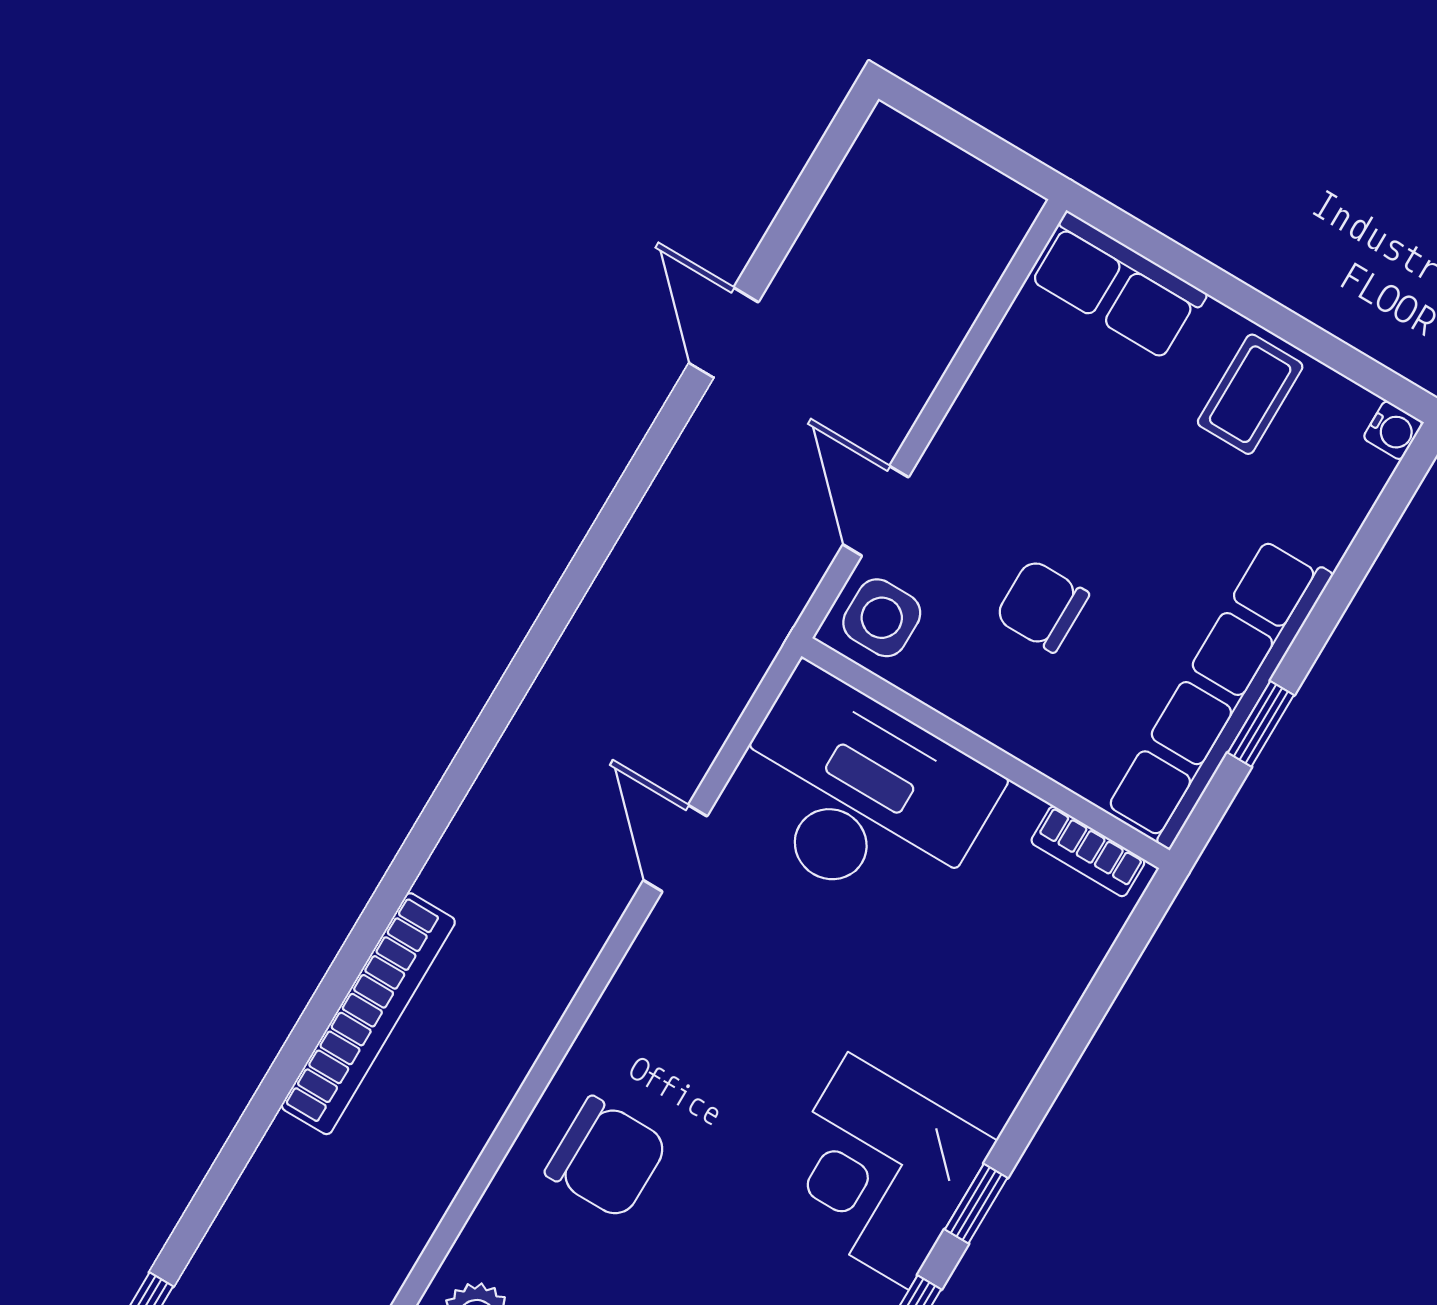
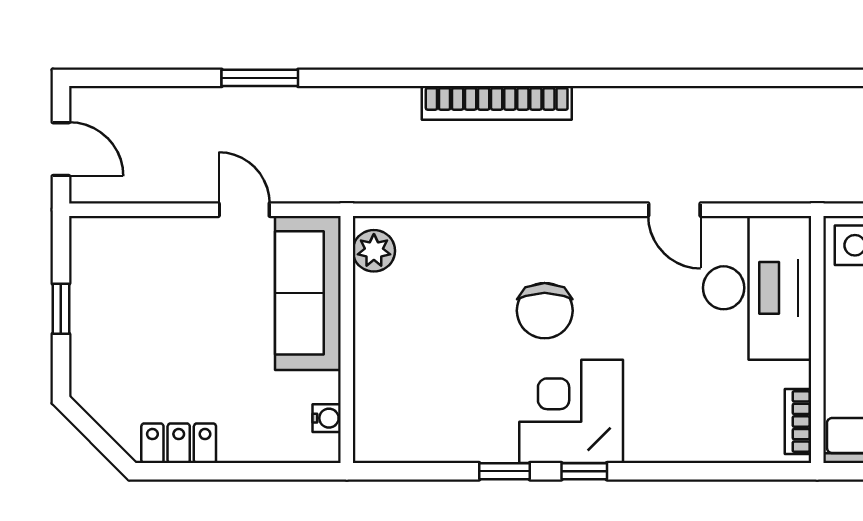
door: (675, 848) -> (674, 210), swing flipped
chair: (607, 1158) -> (545, 311), moved

